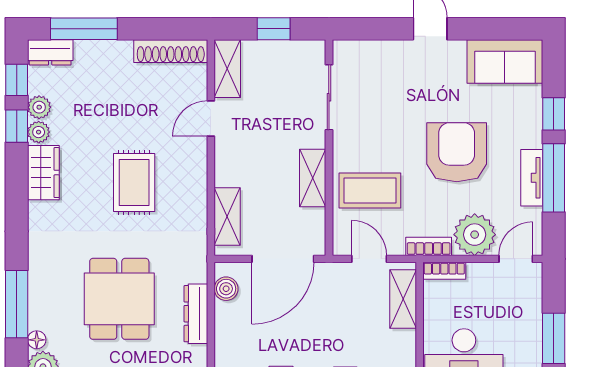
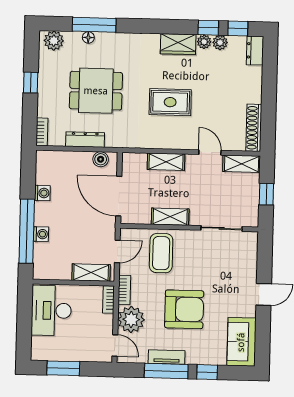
window: (84, 29) -> (270, 73), removed
shelving: (227, 216) -> (166, 162), moved
floor lamp: (37, 340) -> (88, 37), moved

